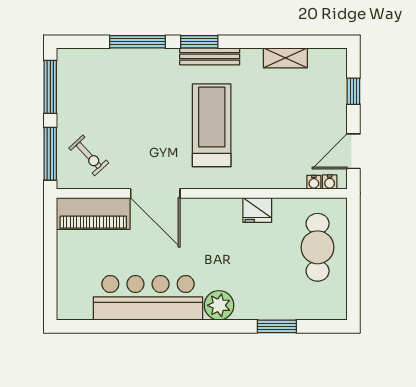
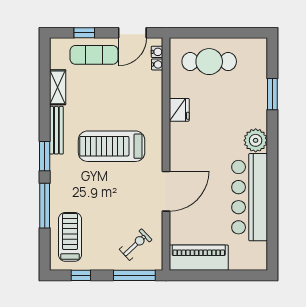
bench: (210, 56) -> (56, 130), moved
treadmill: (98, 73) -> (70, 237), added
window: (50, 87) -> (81, 275), width x0.46
exercise mat: (326, 103) -> (94, 55), added
door: (353, 151) -> (132, 33), hinge flipped
piano: (93, 213) -> (199, 258), moved, turned -90

